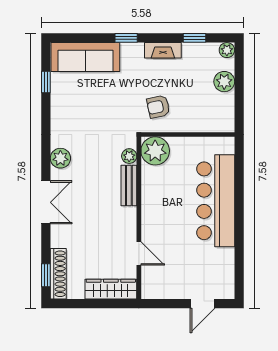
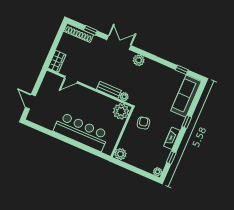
plant: (224, 82) -> (120, 154), moved
double door: (46, 202) -> (119, 43), swing flipped
window: (46, 275) -> (90, 30), moved
wardrobe: (111, 289) -> (57, 61), width x0.67

